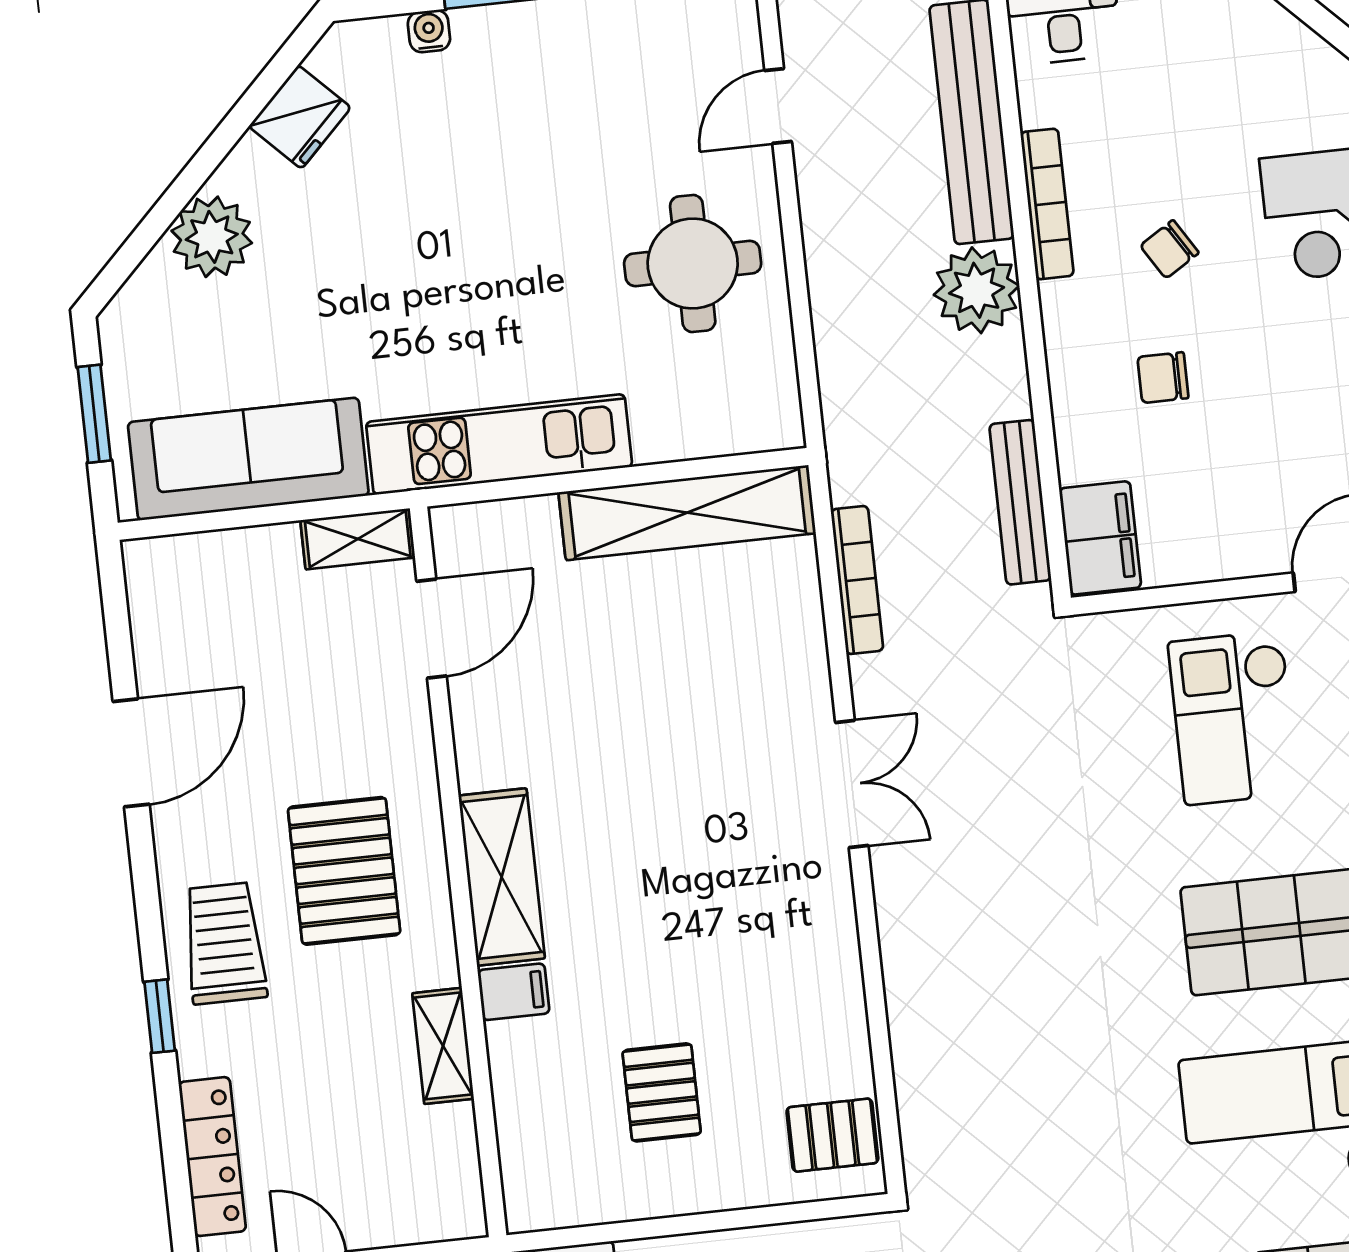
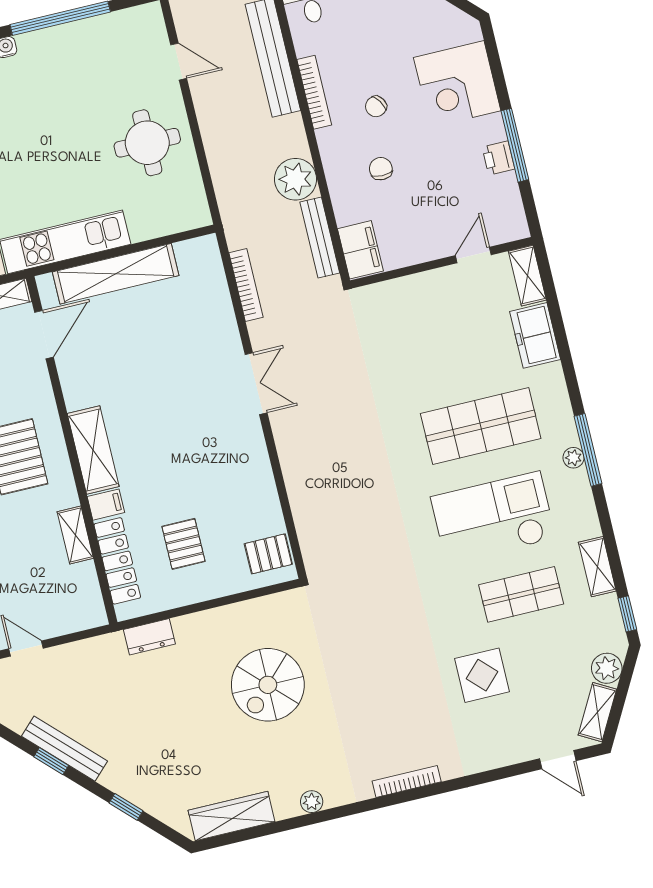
door: (778, 106) -> (179, 62), swing flipped
plant: (977, 290) -> (295, 179), moved
chair: (1163, 378) -> (381, 169), turned 90
shelving: (687, 513) -> (116, 274), moved
checkout: (1234, 718) -> (436, 328), removed
locker: (522, 1110) -> (117, 561), added

